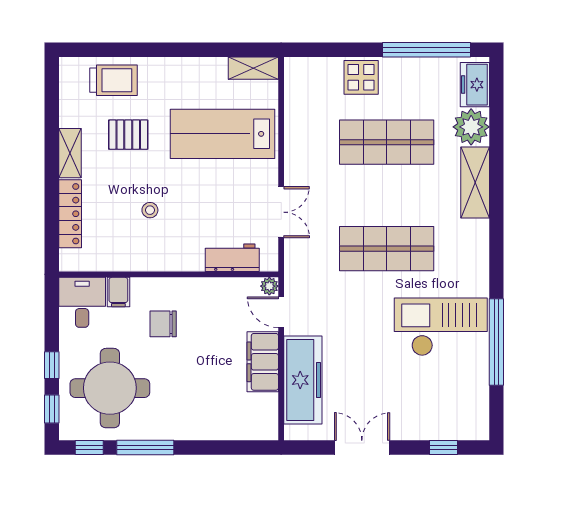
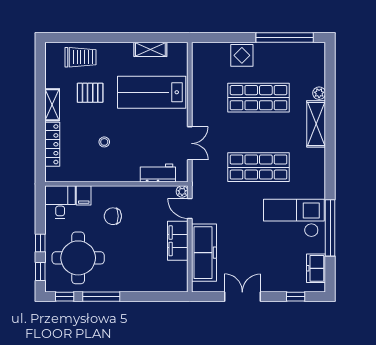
shelving: (253, 68) -> (150, 49), moved
freezer: (475, 85) -> (316, 268), moved
plant: (471, 127) -> (319, 93), width x0.53, depth x0.53

